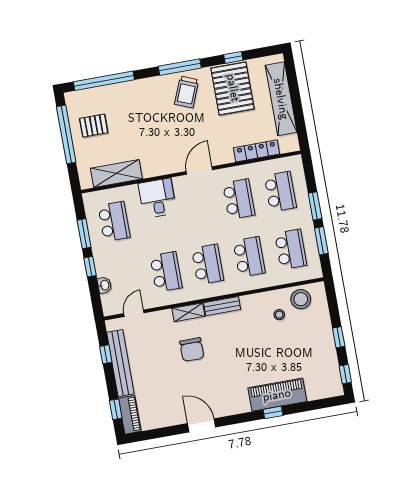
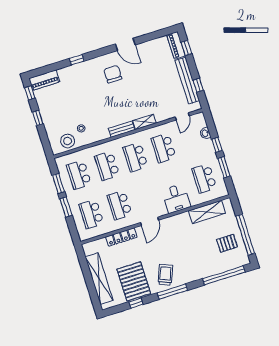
locker: (256, 151) -> (121, 237), moved
chair: (192, 350) -> (113, 74), moved
piano: (277, 395) -> (44, 80), moved, width x0.73, depth x0.75

